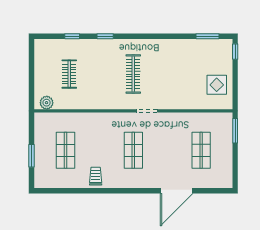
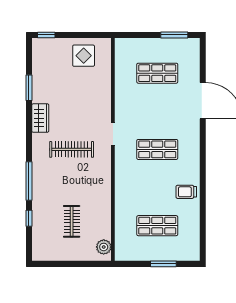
window: (105, 36) -> (29, 181), width x2.17
window: (207, 36) -> (29, 88), moved
wardrobe: (161, 46) -> (40, 118), added
clothes rail: (69, 74) -> (72, 221), turned 90
window: (235, 131) -> (174, 35), moved

